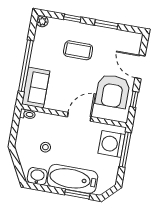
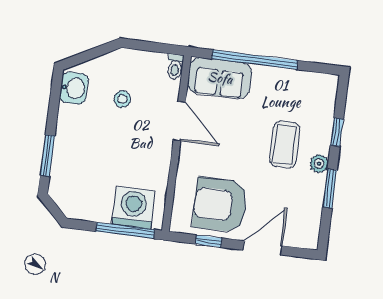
plant: (42, 21) -> (319, 164), moved
door: (79, 117) -> (179, 121), moved
bathtub: (72, 179) -> (72, 146), removed

